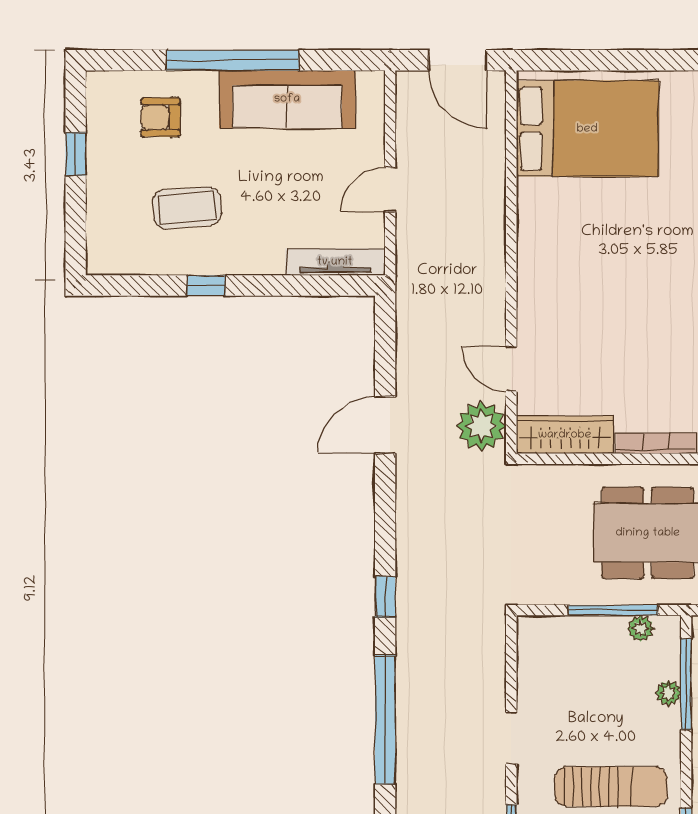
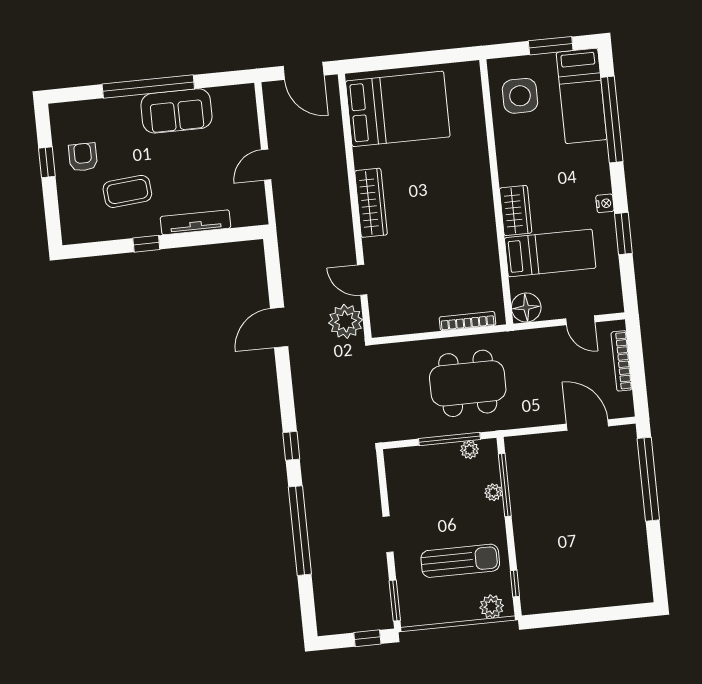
sofa: (287, 99) -> (176, 111), width x0.73
armchair: (160, 117) -> (83, 157), moved, turned 90
tv unit: (335, 262) -> (196, 222), moved
wardrobe: (565, 435) -> (371, 203), moved, turned 90

